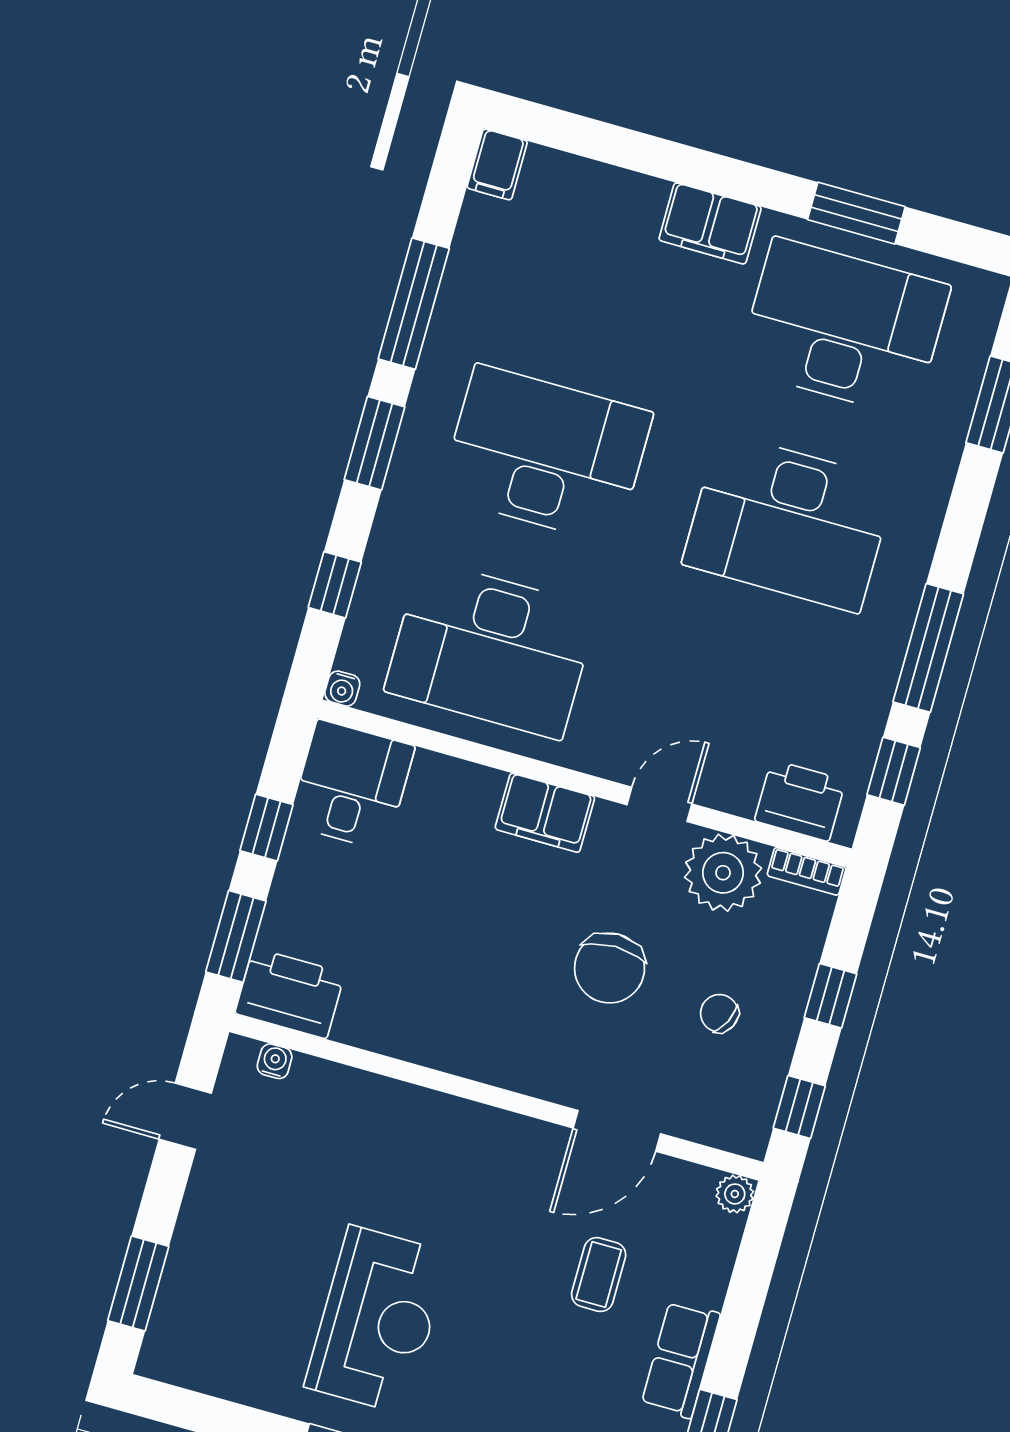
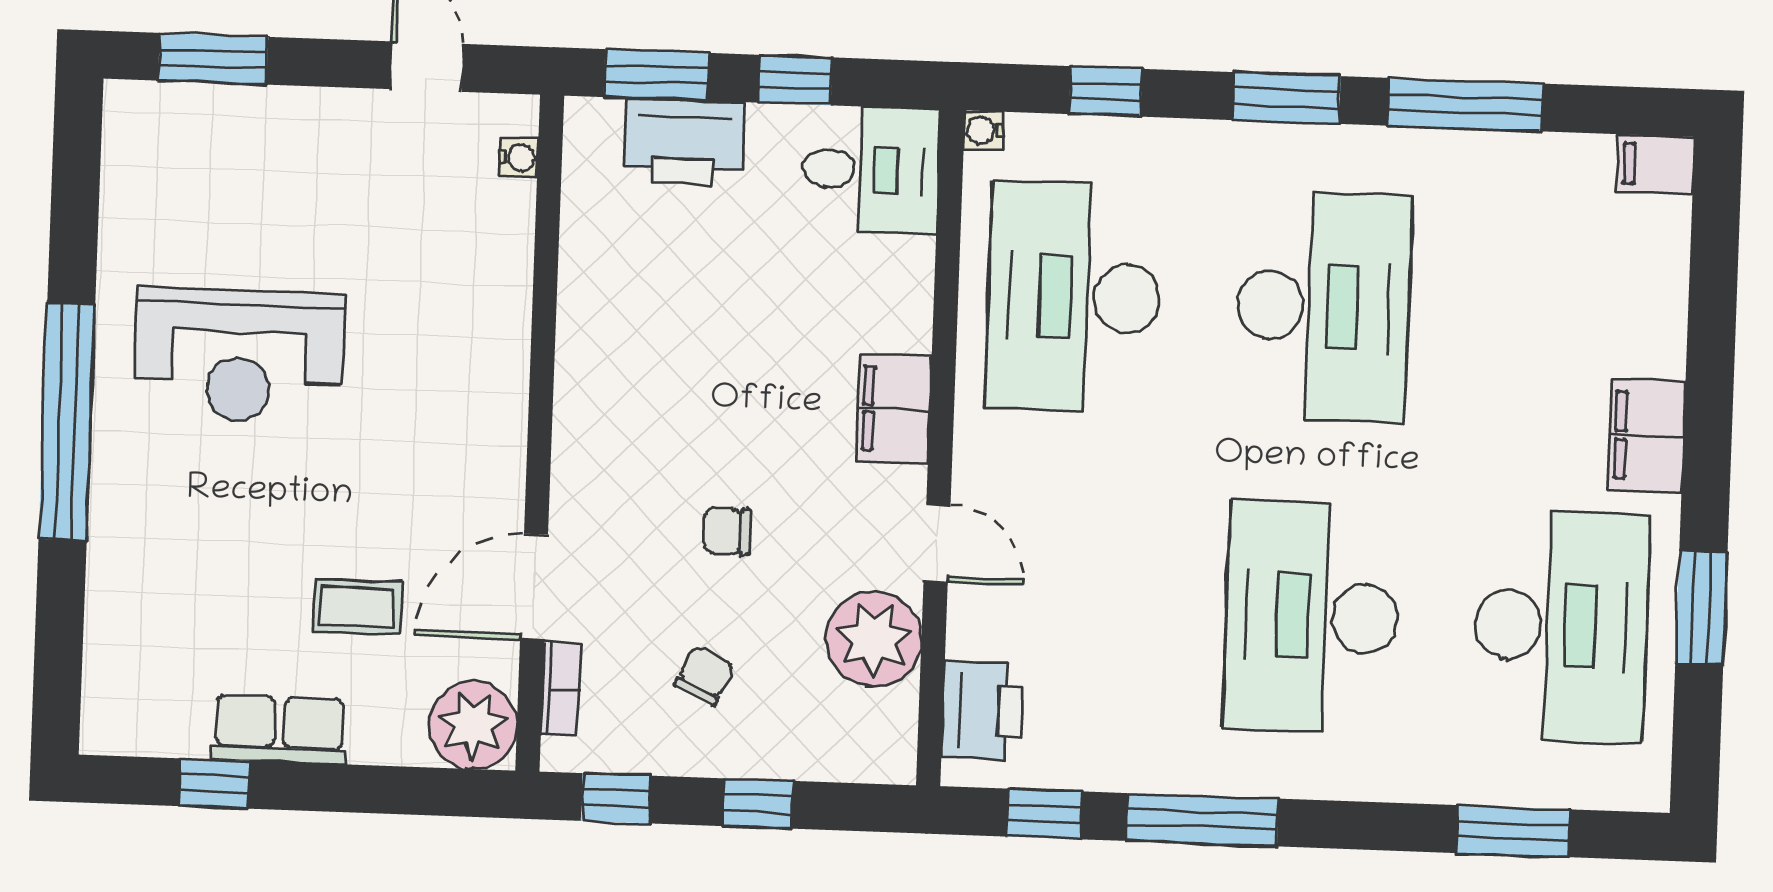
bookcase: (807, 871) -> (561, 689), moved, turned 180
chair: (610, 968) -> (727, 531), width x0.54, depth x0.54
printer: (290, 993) -> (684, 142), moved, turned 90
door: (617, 1131) -> (534, 587), hinge flipped
plant: (735, 1194) -> (473, 725), width x1.87, depth x1.87

